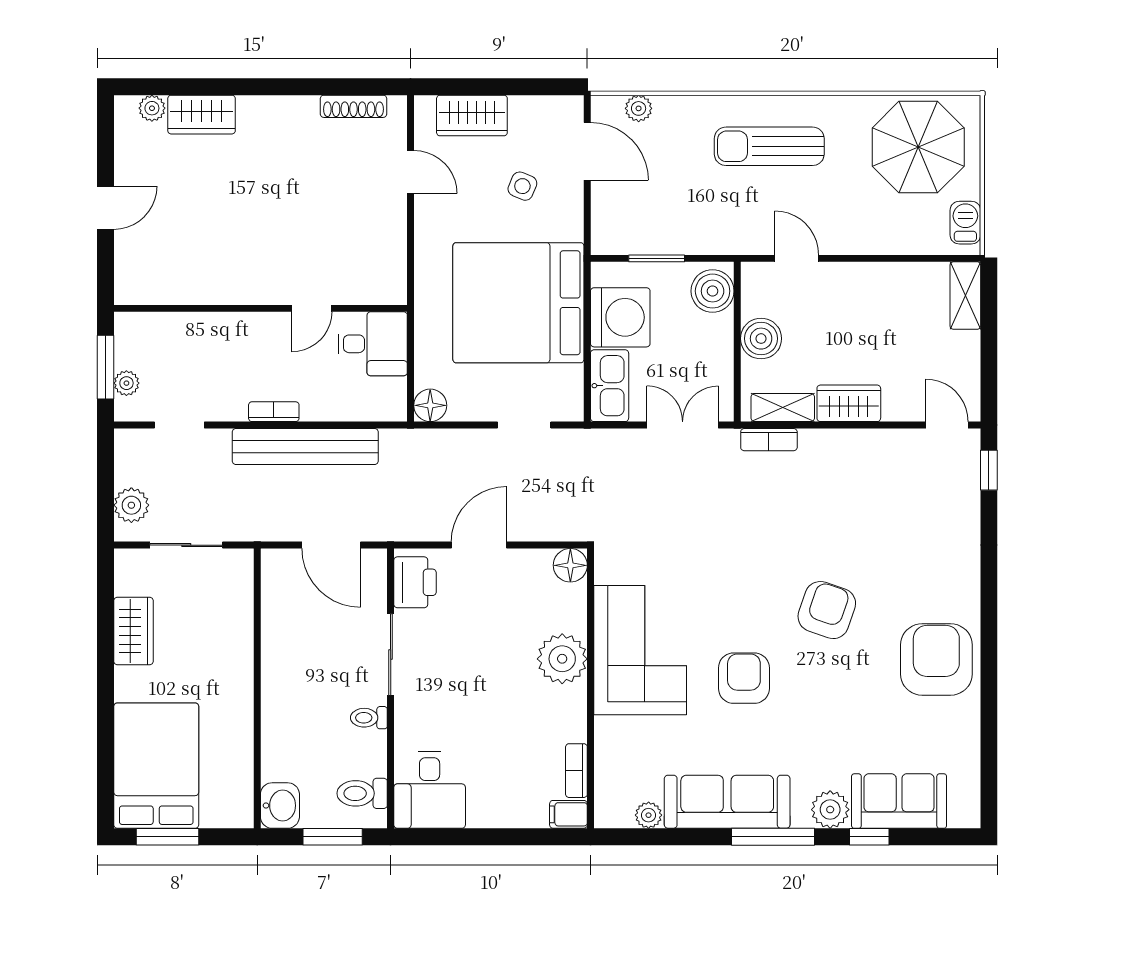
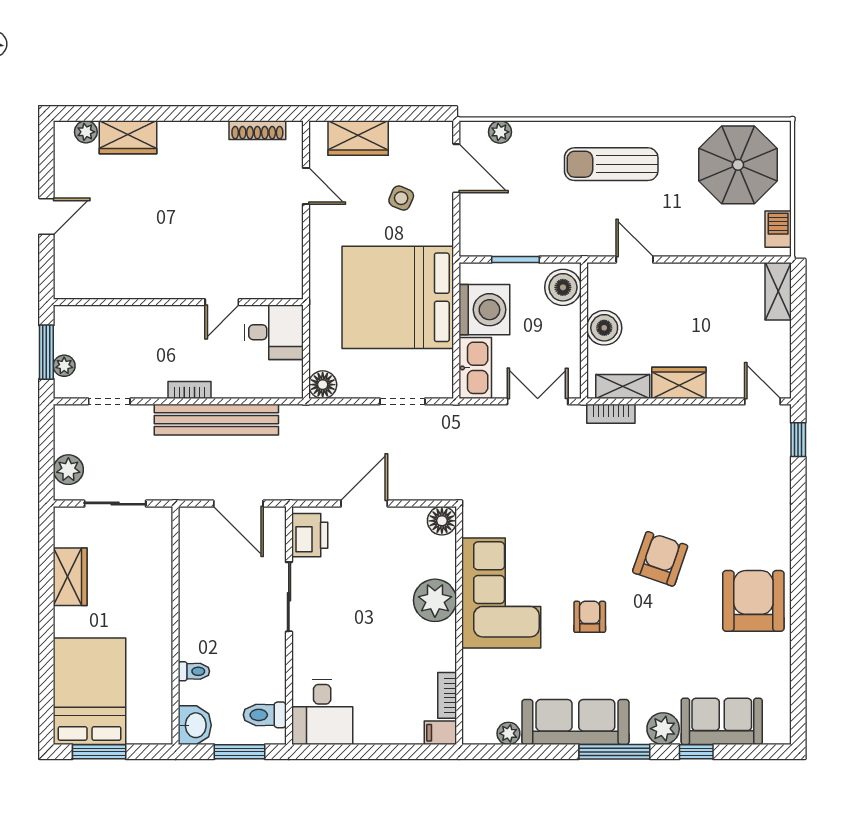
armchair: (744, 678) -> (590, 617), width x0.72, depth x0.72
toilet: (369, 718) -> (194, 671), moved, turned 180

